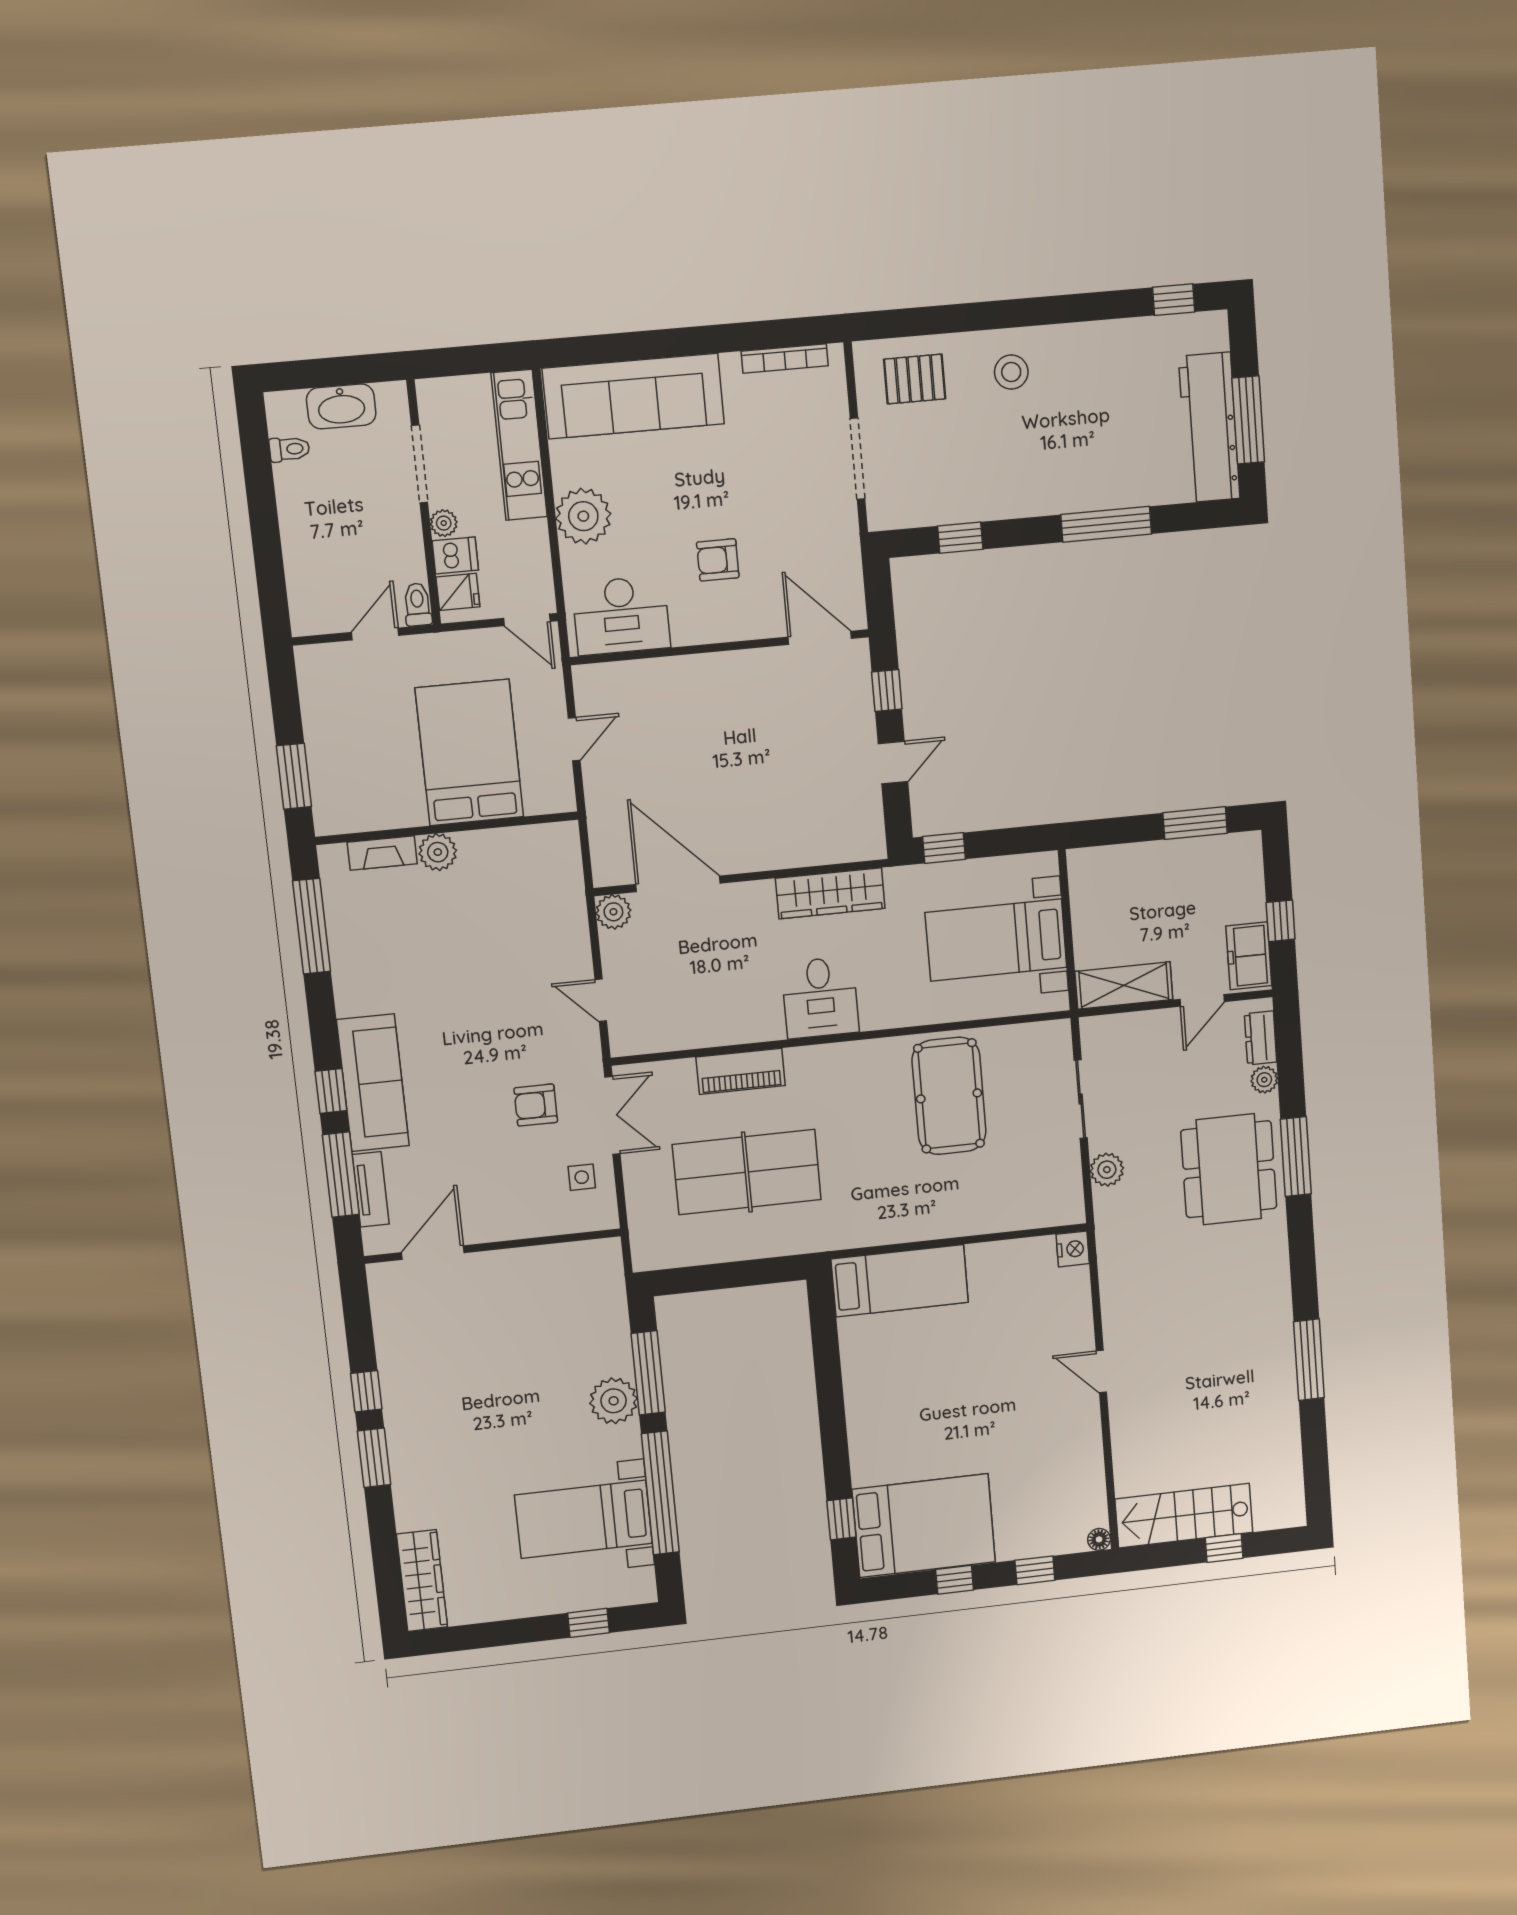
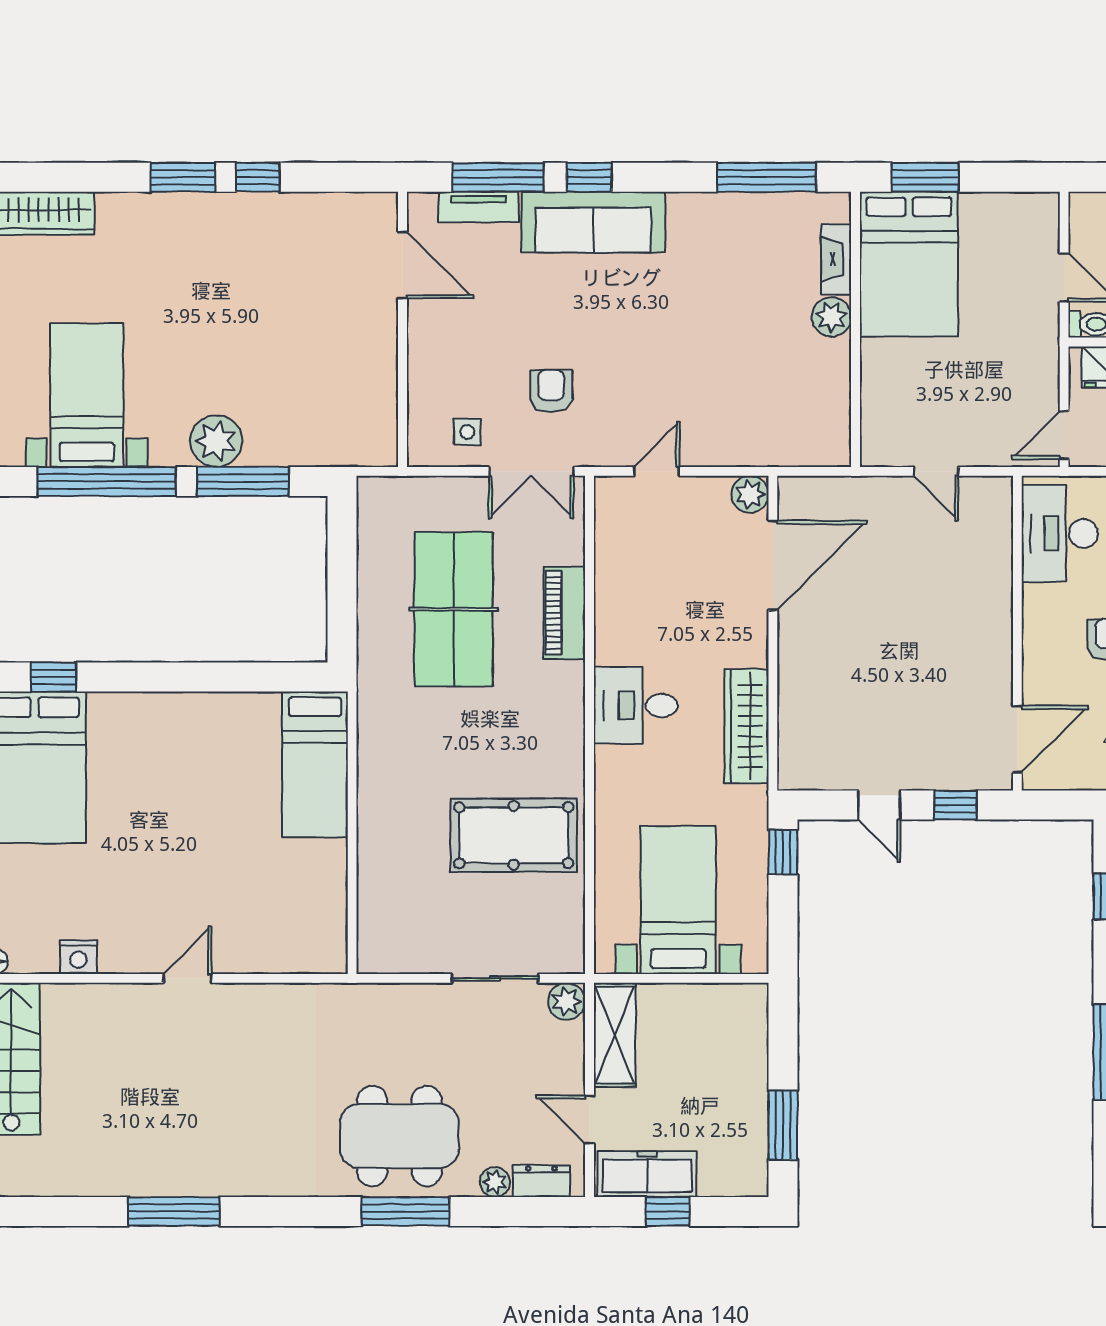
bed: (469, 752) -> (909, 264), moved, turned 90
freezer: (1249, 956) -> (647, 1174), width x1.40
plant: (1107, 1170) -> (567, 1001), moved
nightstand: (1073, 1249) -> (78, 957), moved

